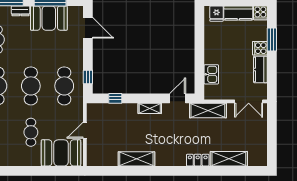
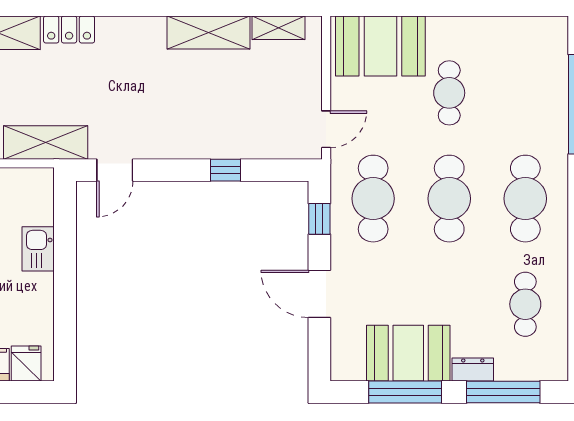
door: (88, 28) -> (319, 294), moved
kitchen sink: (211, 74) -> (38, 249), moved
window: (115, 98) -> (226, 170), moved
shelving: (150, 108) -> (279, 28), moved
door: (85, 130) -> (326, 129), moved

